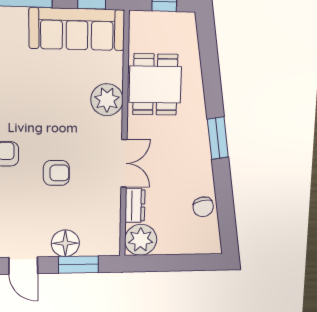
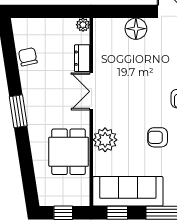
armchair: (56, 173) -> (158, 137), moved
plant: (141, 240) -> (83, 25), width x0.53, depth x0.53
window: (78, 265) -> (126, 11), removed

